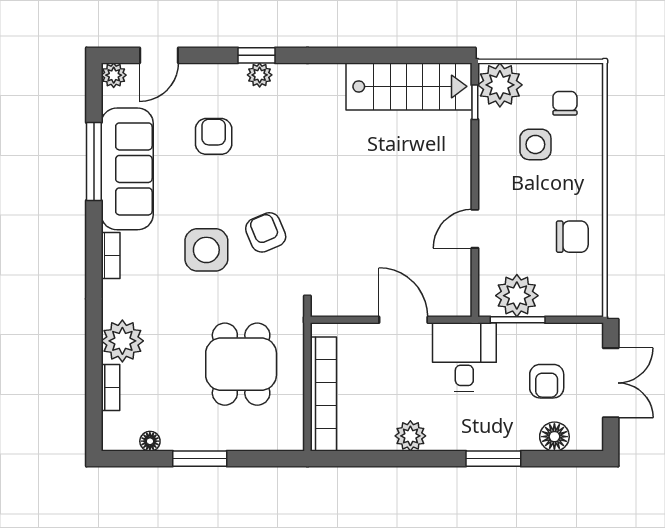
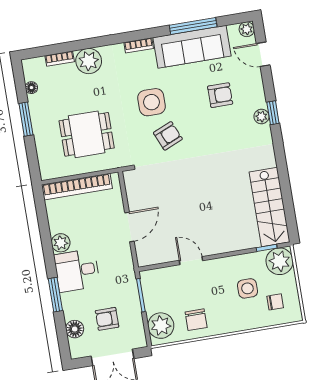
plant: (517, 296) -> (161, 326), moved
desk: (464, 357) -> (77, 270), moved, turned 180

